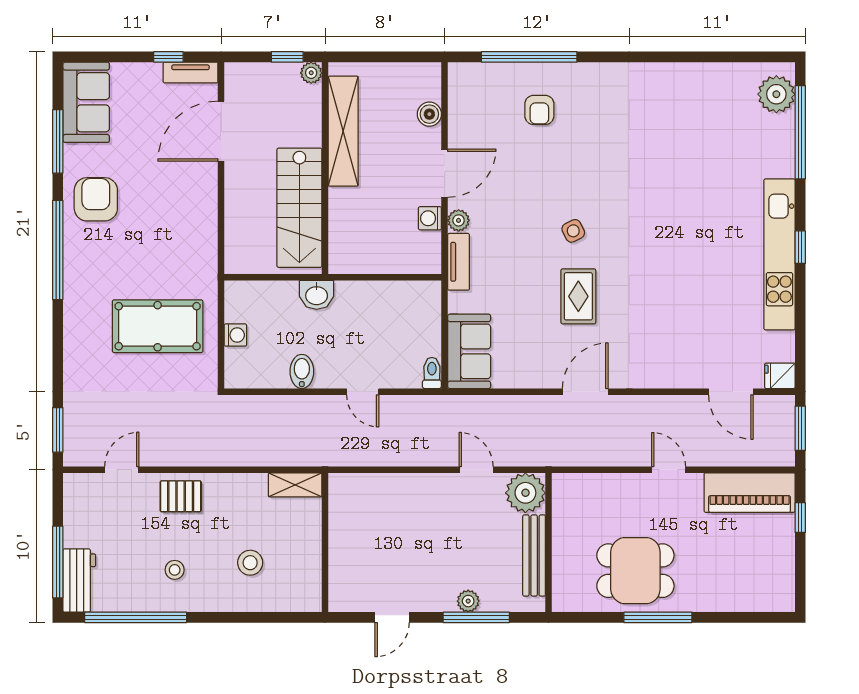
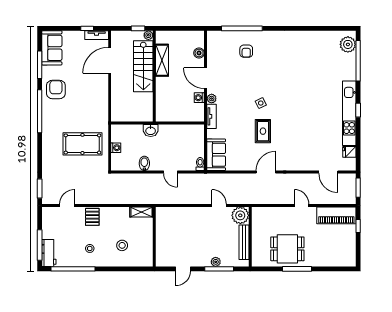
shelving: (343, 131) -> (162, 60), width x0.68
door: (445, 173) -> (206, 78), swing flipped
stairs: (299, 208) -> (143, 66), moved
fridge: (780, 376) -> (349, 152), moved
pallet: (181, 496) -> (92, 217), turned 90

